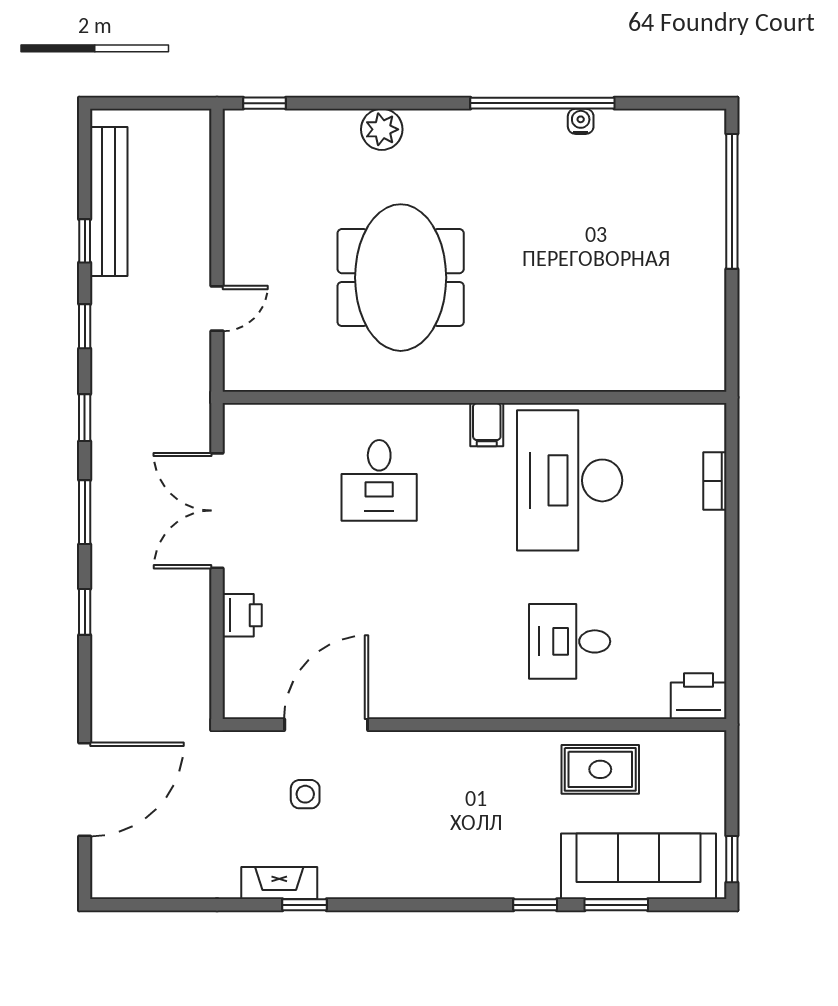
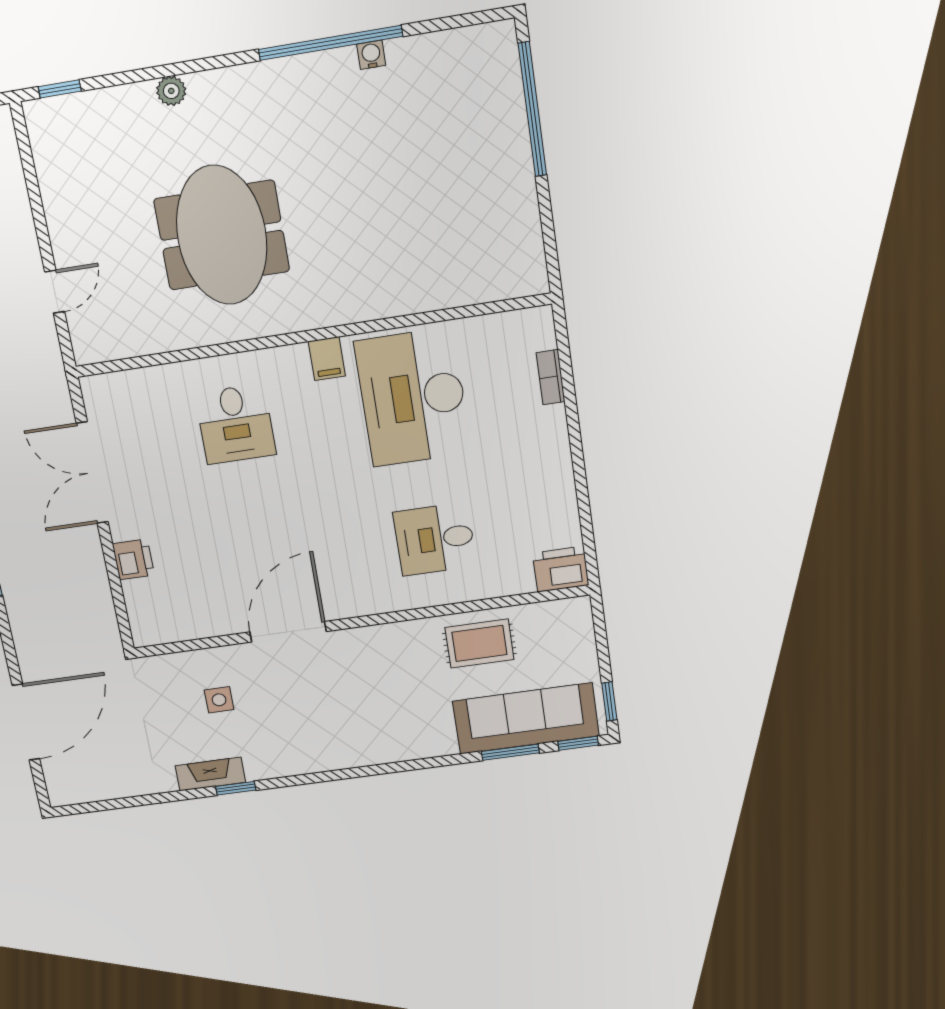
plant: (382, 129) -> (171, 91), width x0.73, depth x0.73
door: (326, 725) -> (288, 632), moved
window: (535, 905) -> (578, 743), moved

